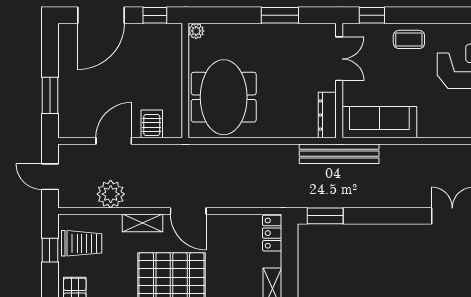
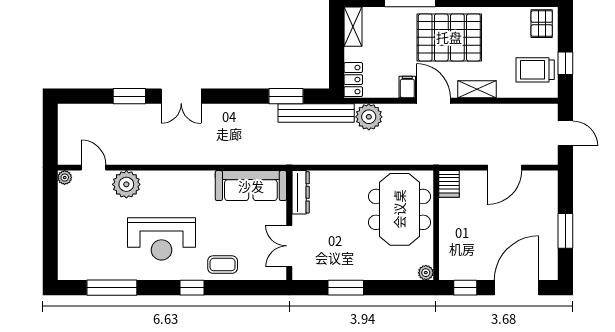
window: (372, 15) -> (192, 288), moved
window: (50, 95) -> (565, 231), moved
server rack: (152, 124) -> (449, 184), moved
bench: (339, 154) -> (316, 113), moved
plant: (111, 194) -> (369, 117), moved
window: (325, 216) -> (286, 96), moved
filing cabinet: (216, 225) -> (407, 87), added

